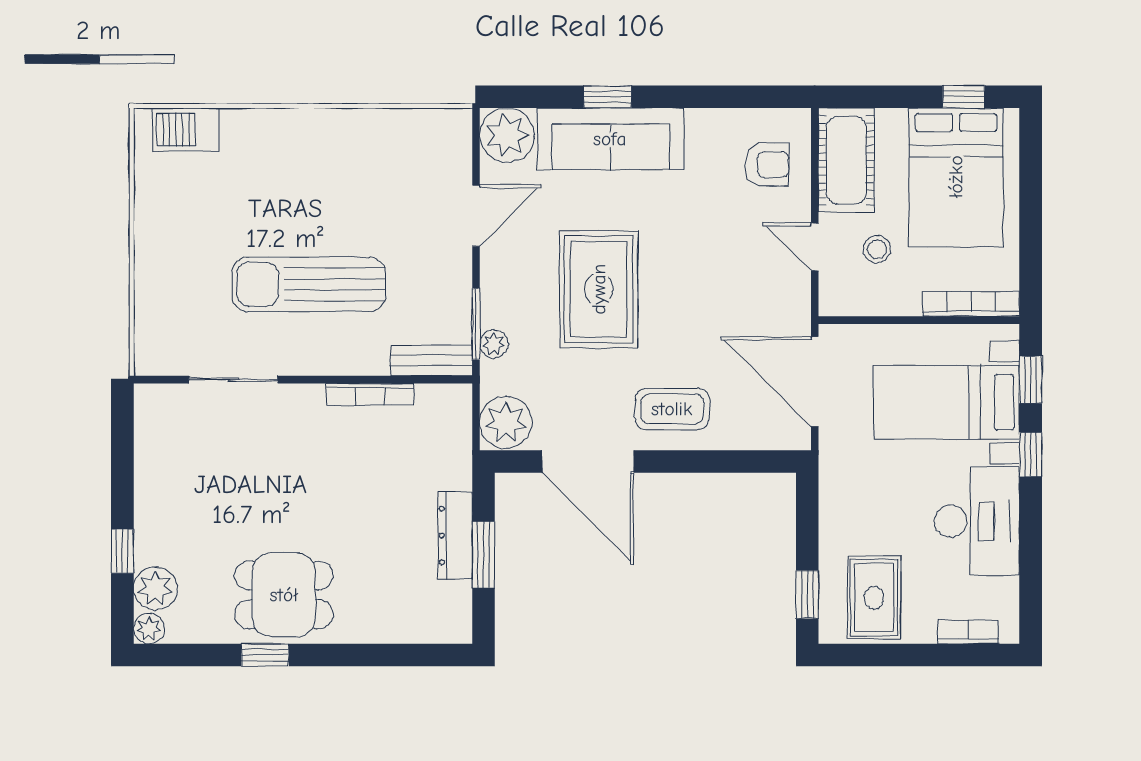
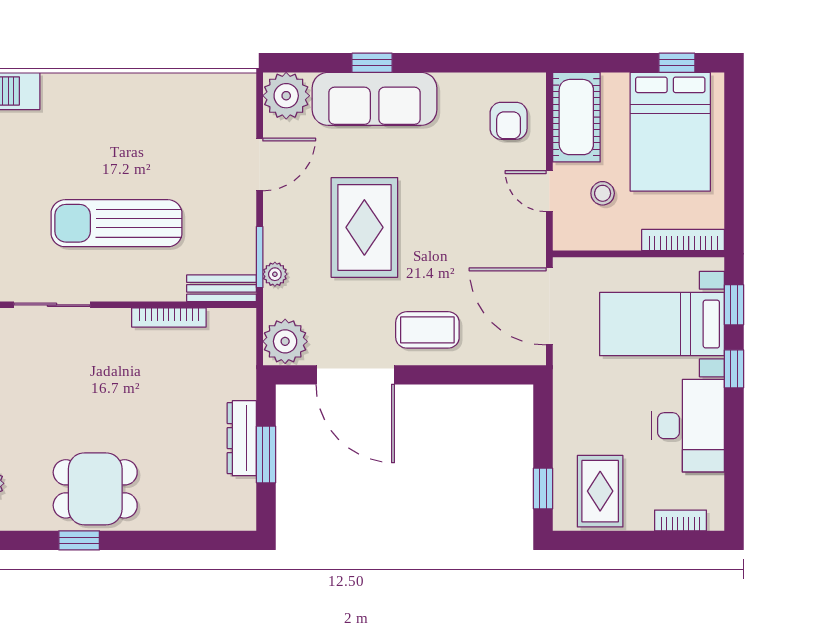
armchair: (767, 165) -> (509, 121), turned 90

